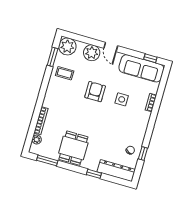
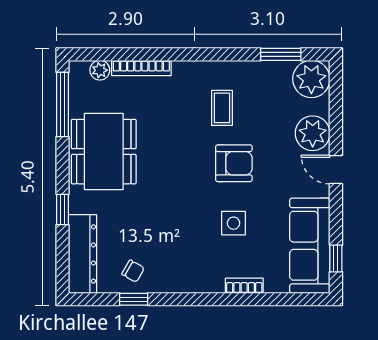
door: (111, 47) -> (336, 170), hinge flipped
coffee table: (65, 73) -> (222, 108), moved
dining table: (73, 148) -> (104, 152), width x1.38
window: (47, 160) -> (63, 105), width x1.44

